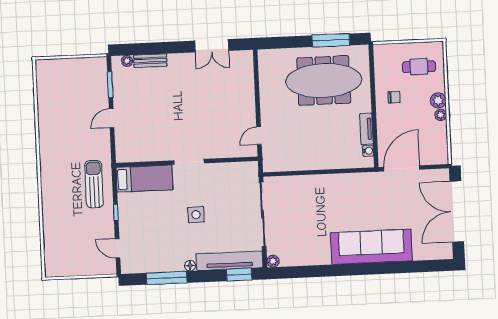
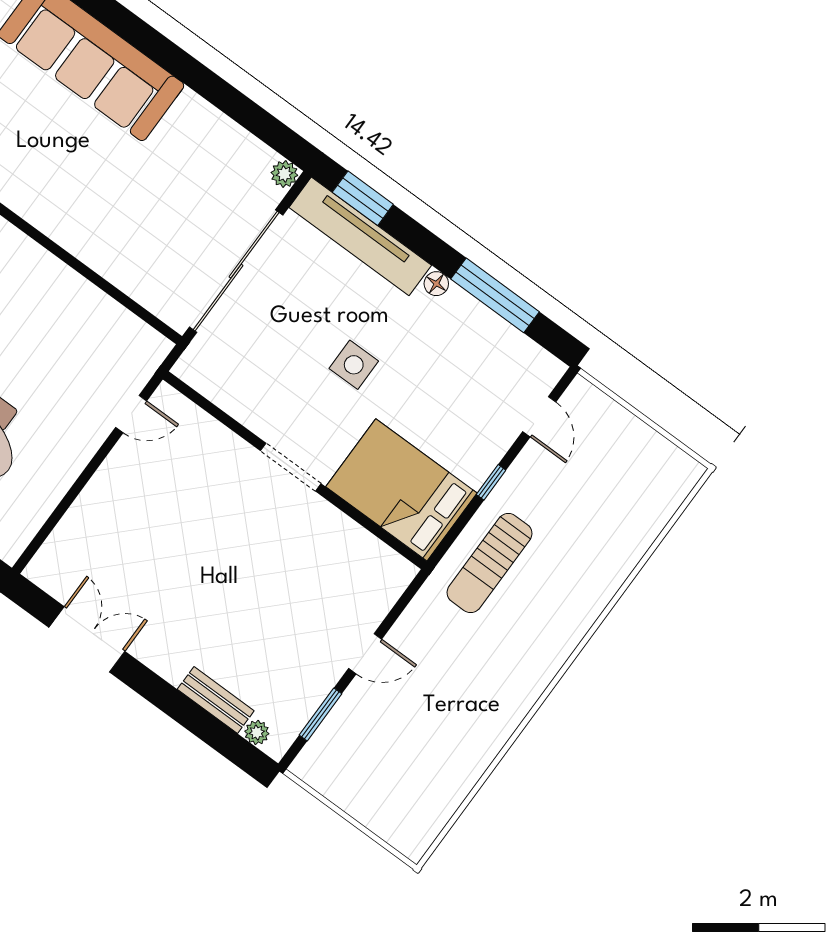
bed: (144, 179) -> (401, 490), width x1.50

